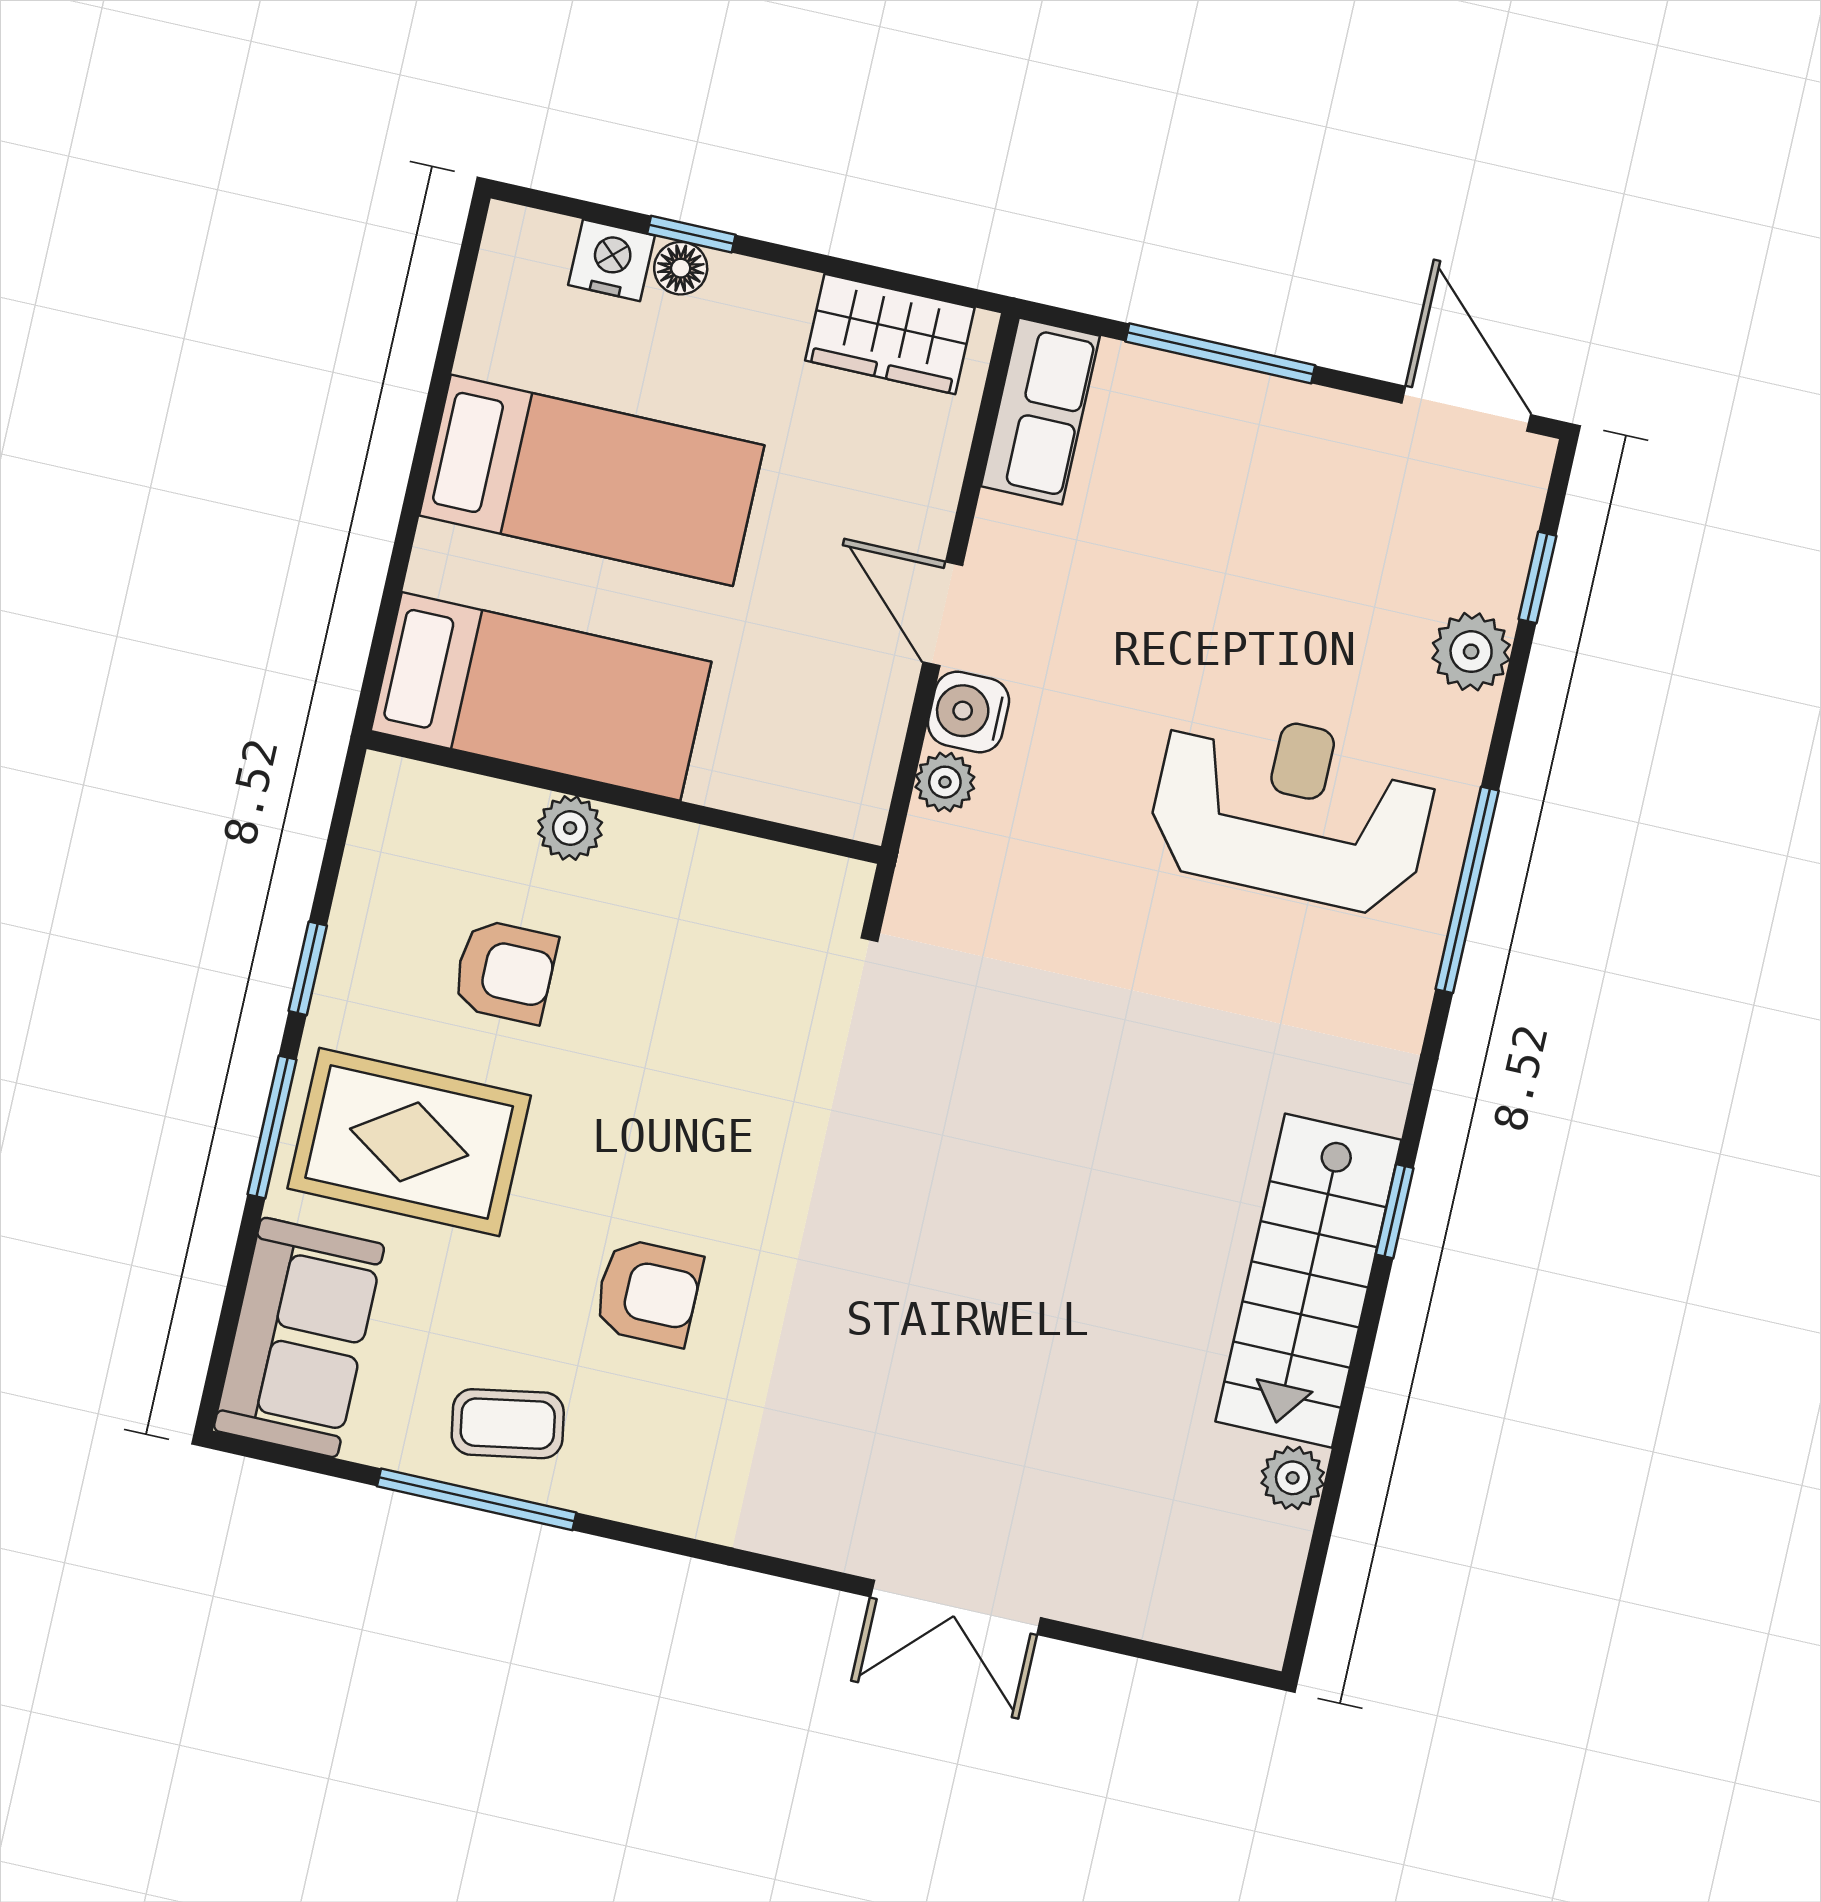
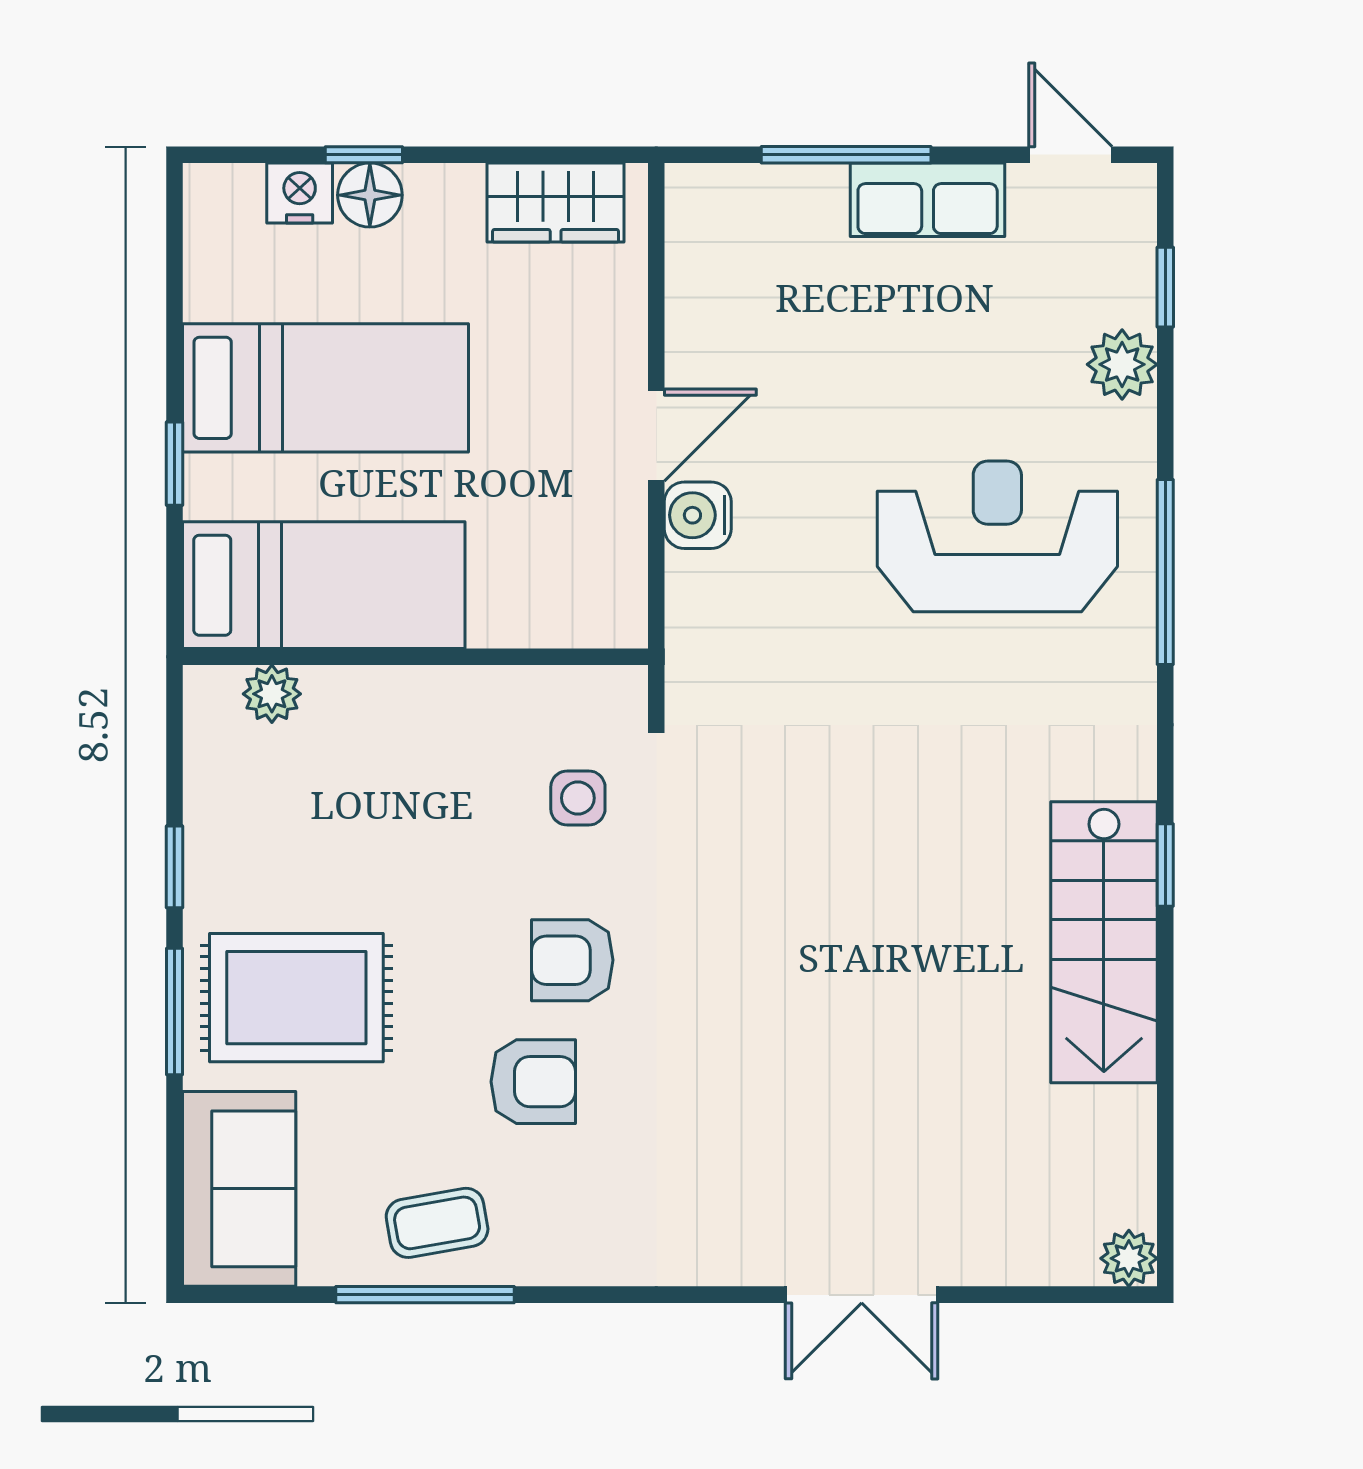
floor lamp: (681, 268) -> (370, 195), width x1.37, depth x1.37
door: (1466, 409) -> (1070, 155), width x0.73
row of seats: (1040, 411) -> (928, 200), moved, turned 90
window: (407, 526) -> (174, 464), added
door: (943, 614) -> (656, 435), swing flipped
plant: (945, 782) -> (691, 581), removed
plant: (570, 828) -> (272, 694), moved
armchair: (505, 971) -> (572, 960), moved, turned 180
side table: (767, 993) -> (578, 798), added
plant: (1293, 1478) -> (1129, 1258), moved

